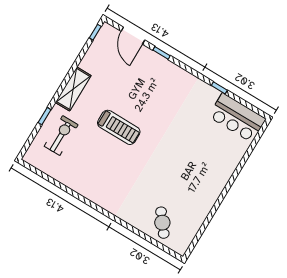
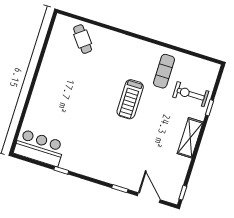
treadmill: (119, 127) -> (130, 99), moved, turned -90
exercise bike: (61, 135) -> (191, 94), turned 90
exercise mat: (84, 167) -> (164, 71), added

